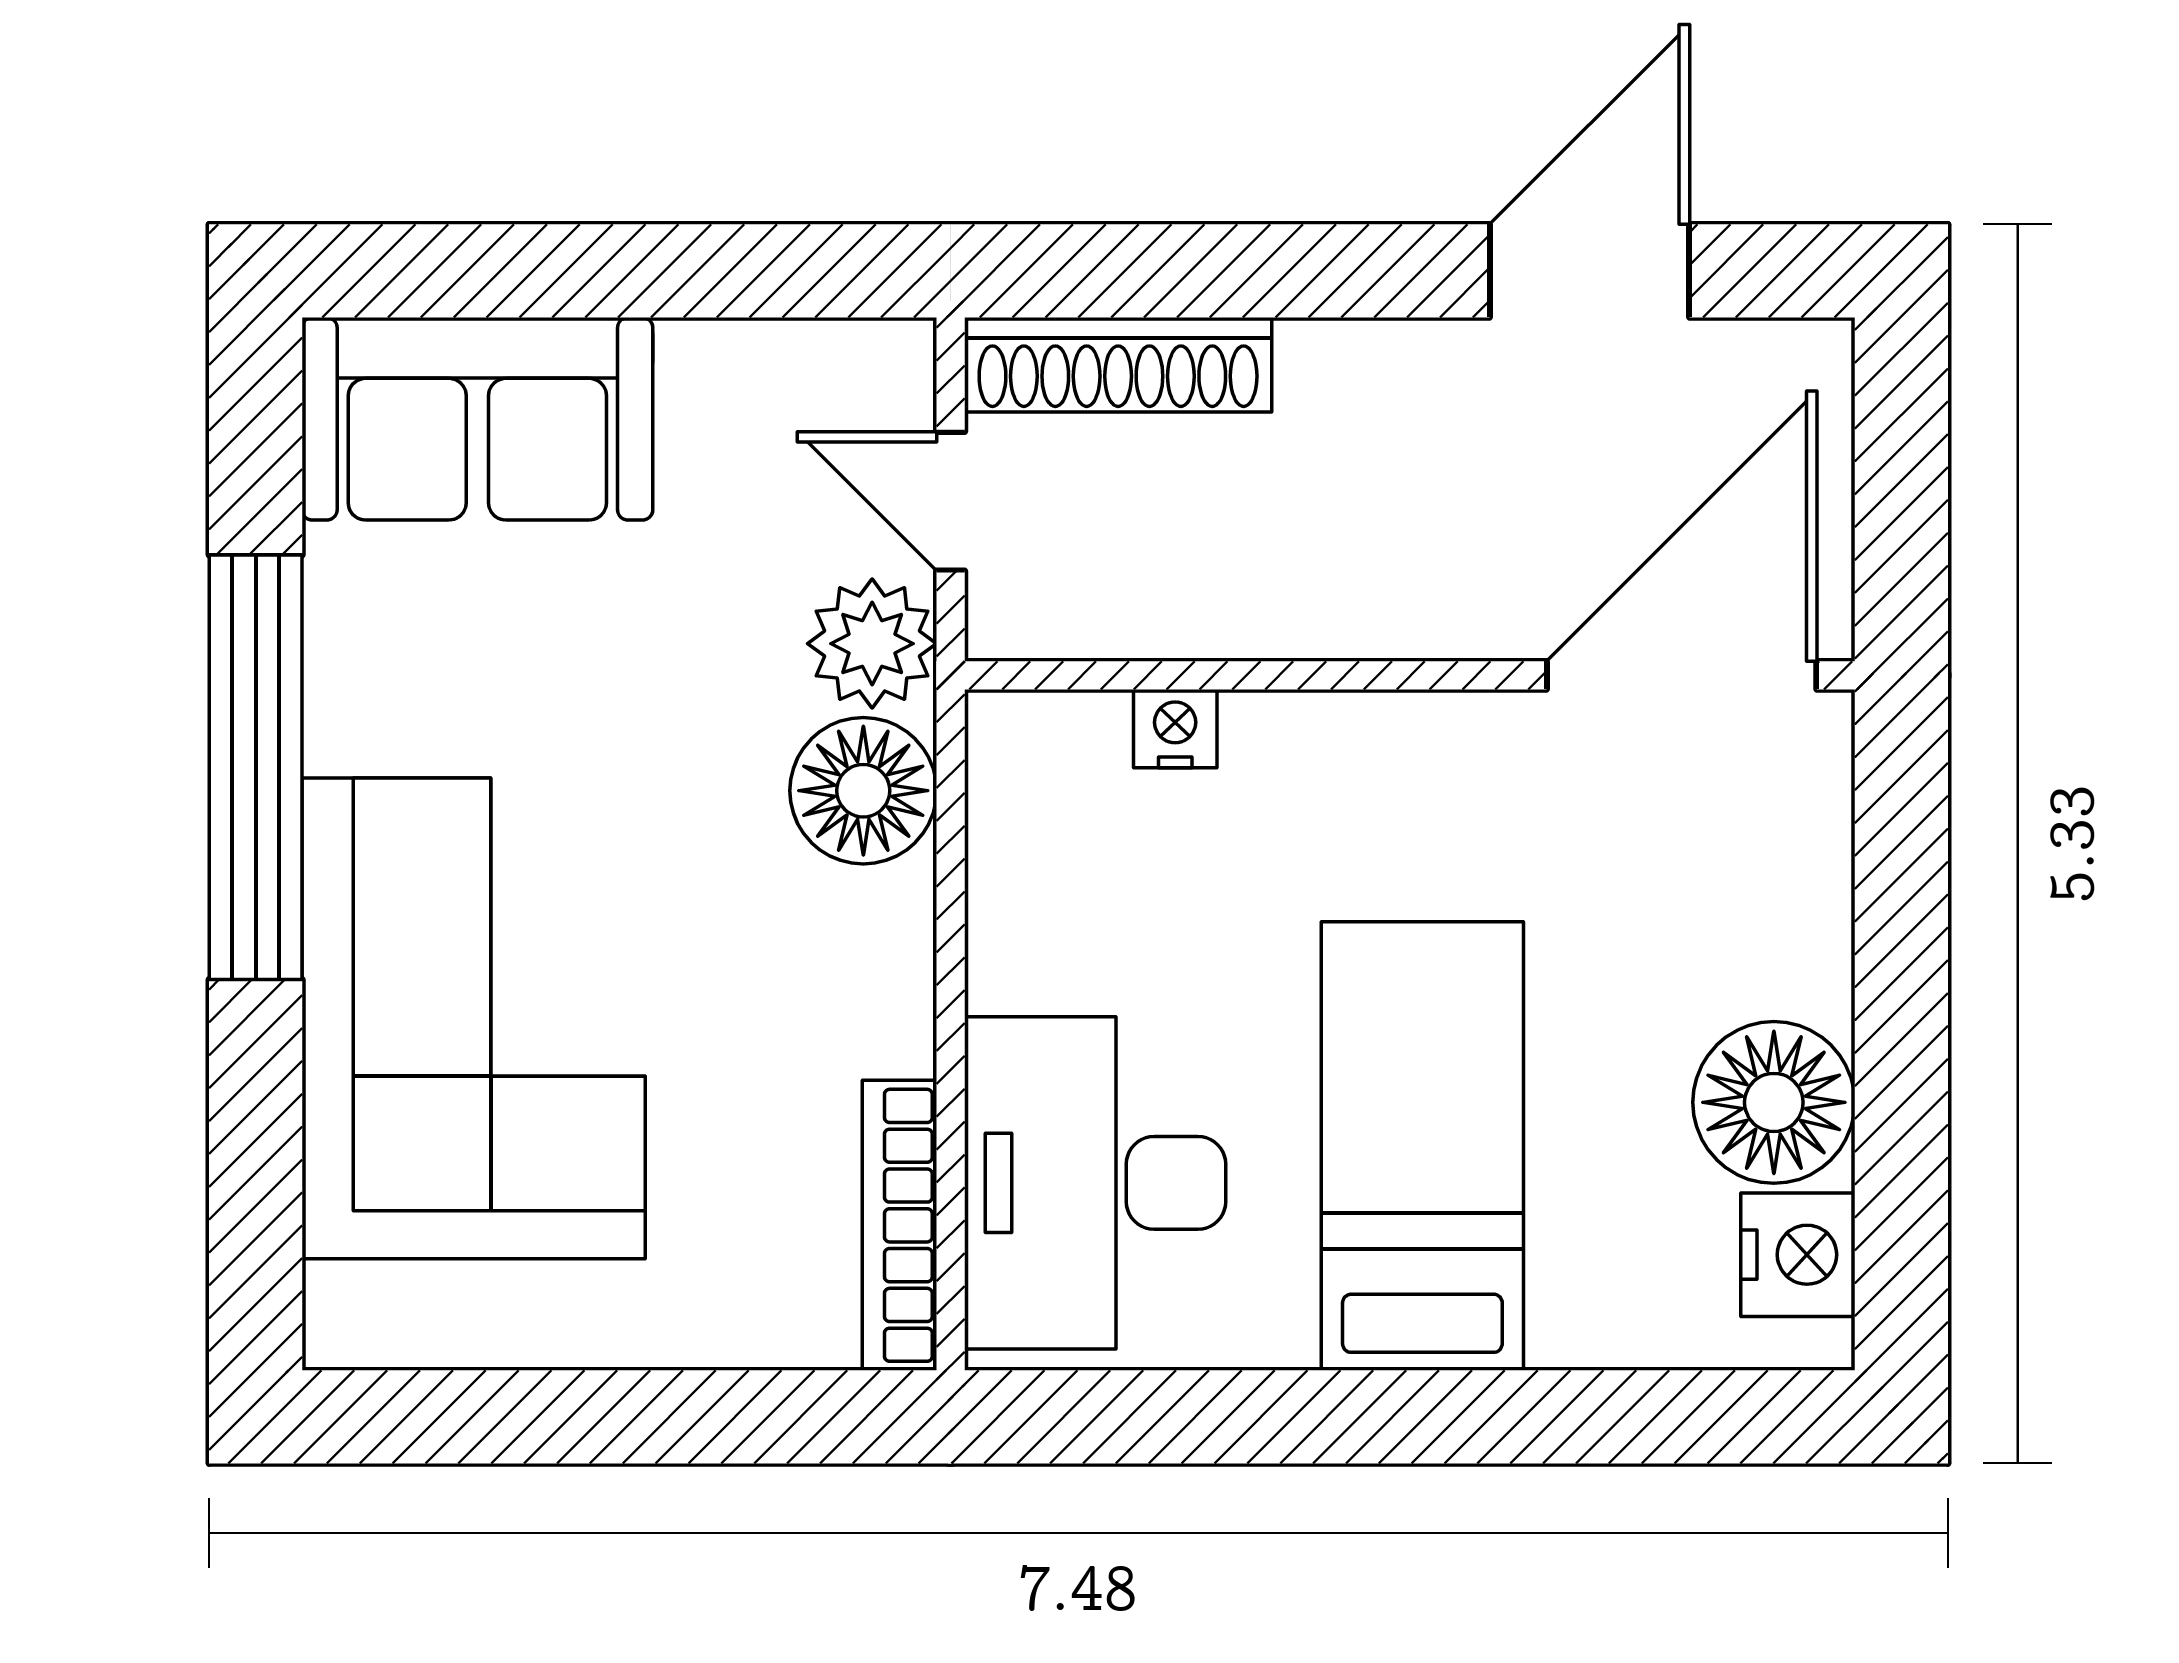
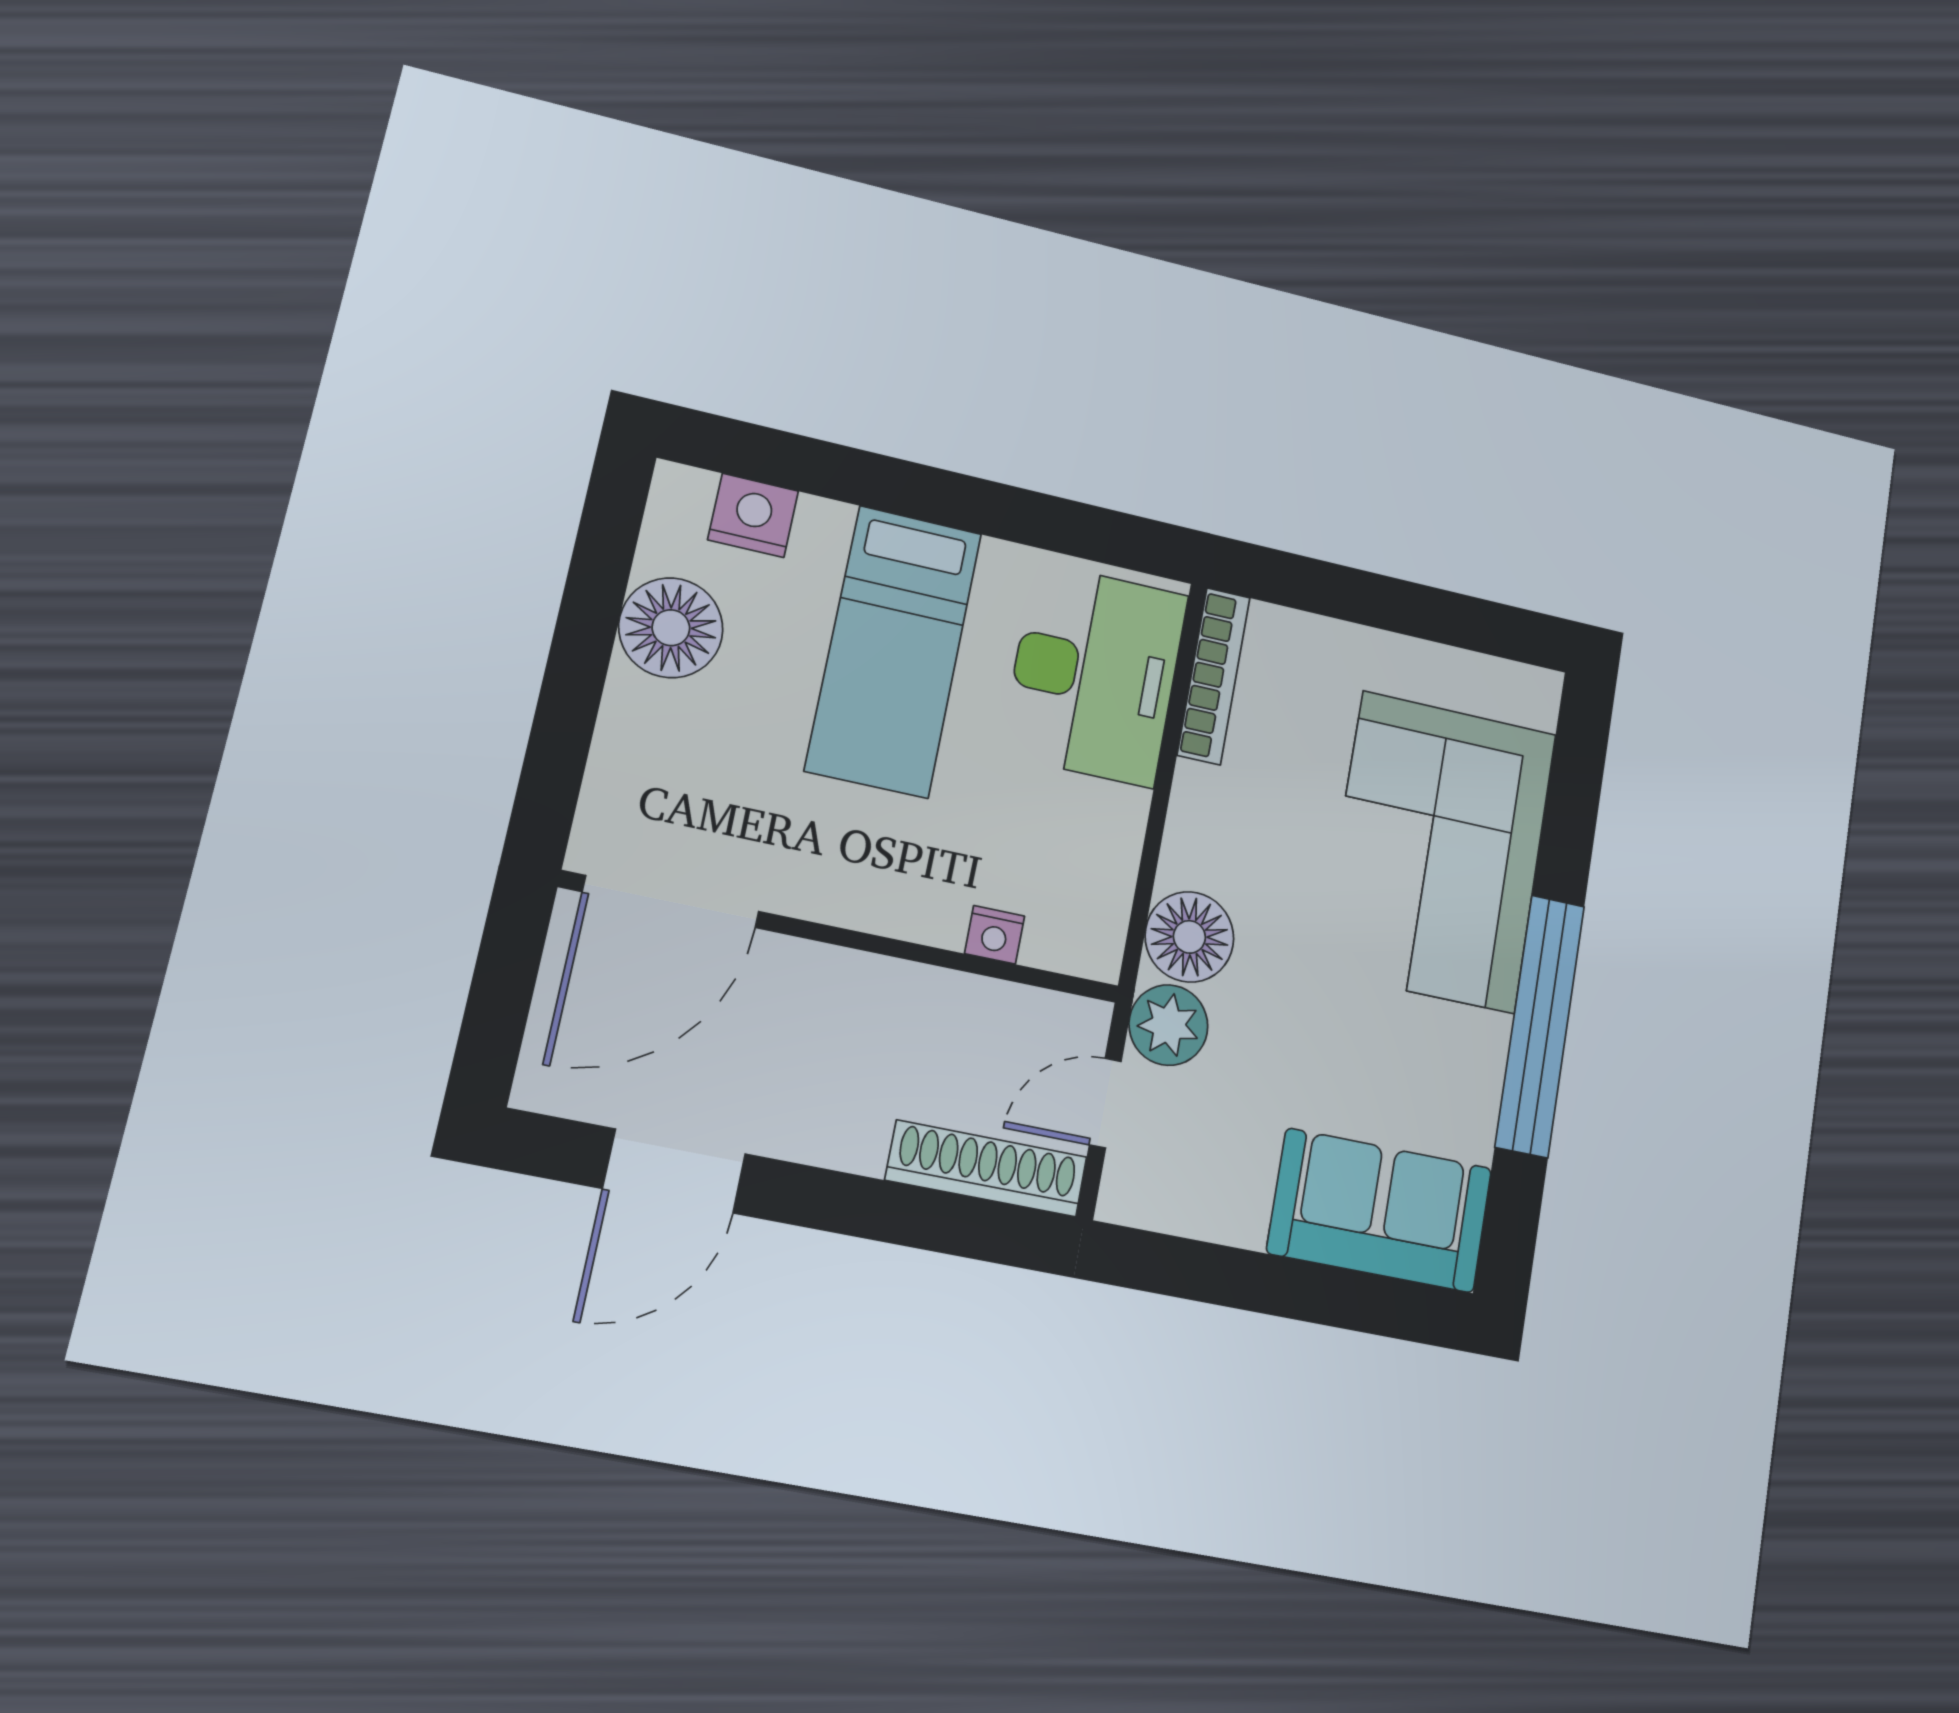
door: (951, 501) -> (1105, 1103), swing flipped
nightstand: (1798, 1255) -> (753, 515), moved, turned 90

